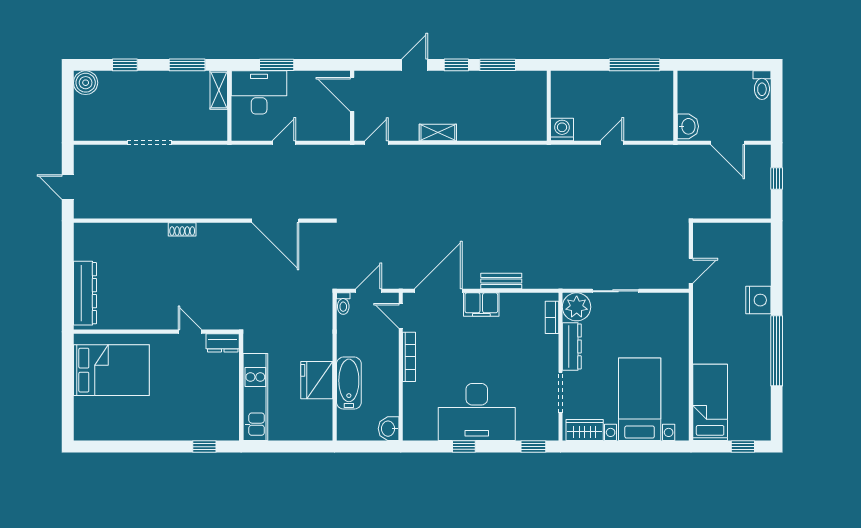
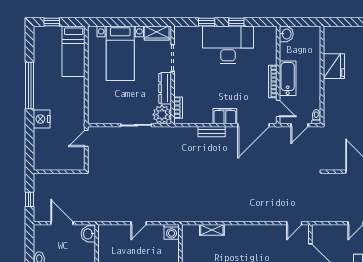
shelving: (438, 133) -> (212, 230), moved
bathtub: (349, 383) -> (288, 78), moved, turned 180
window: (533, 447) -> (207, 22), moved

